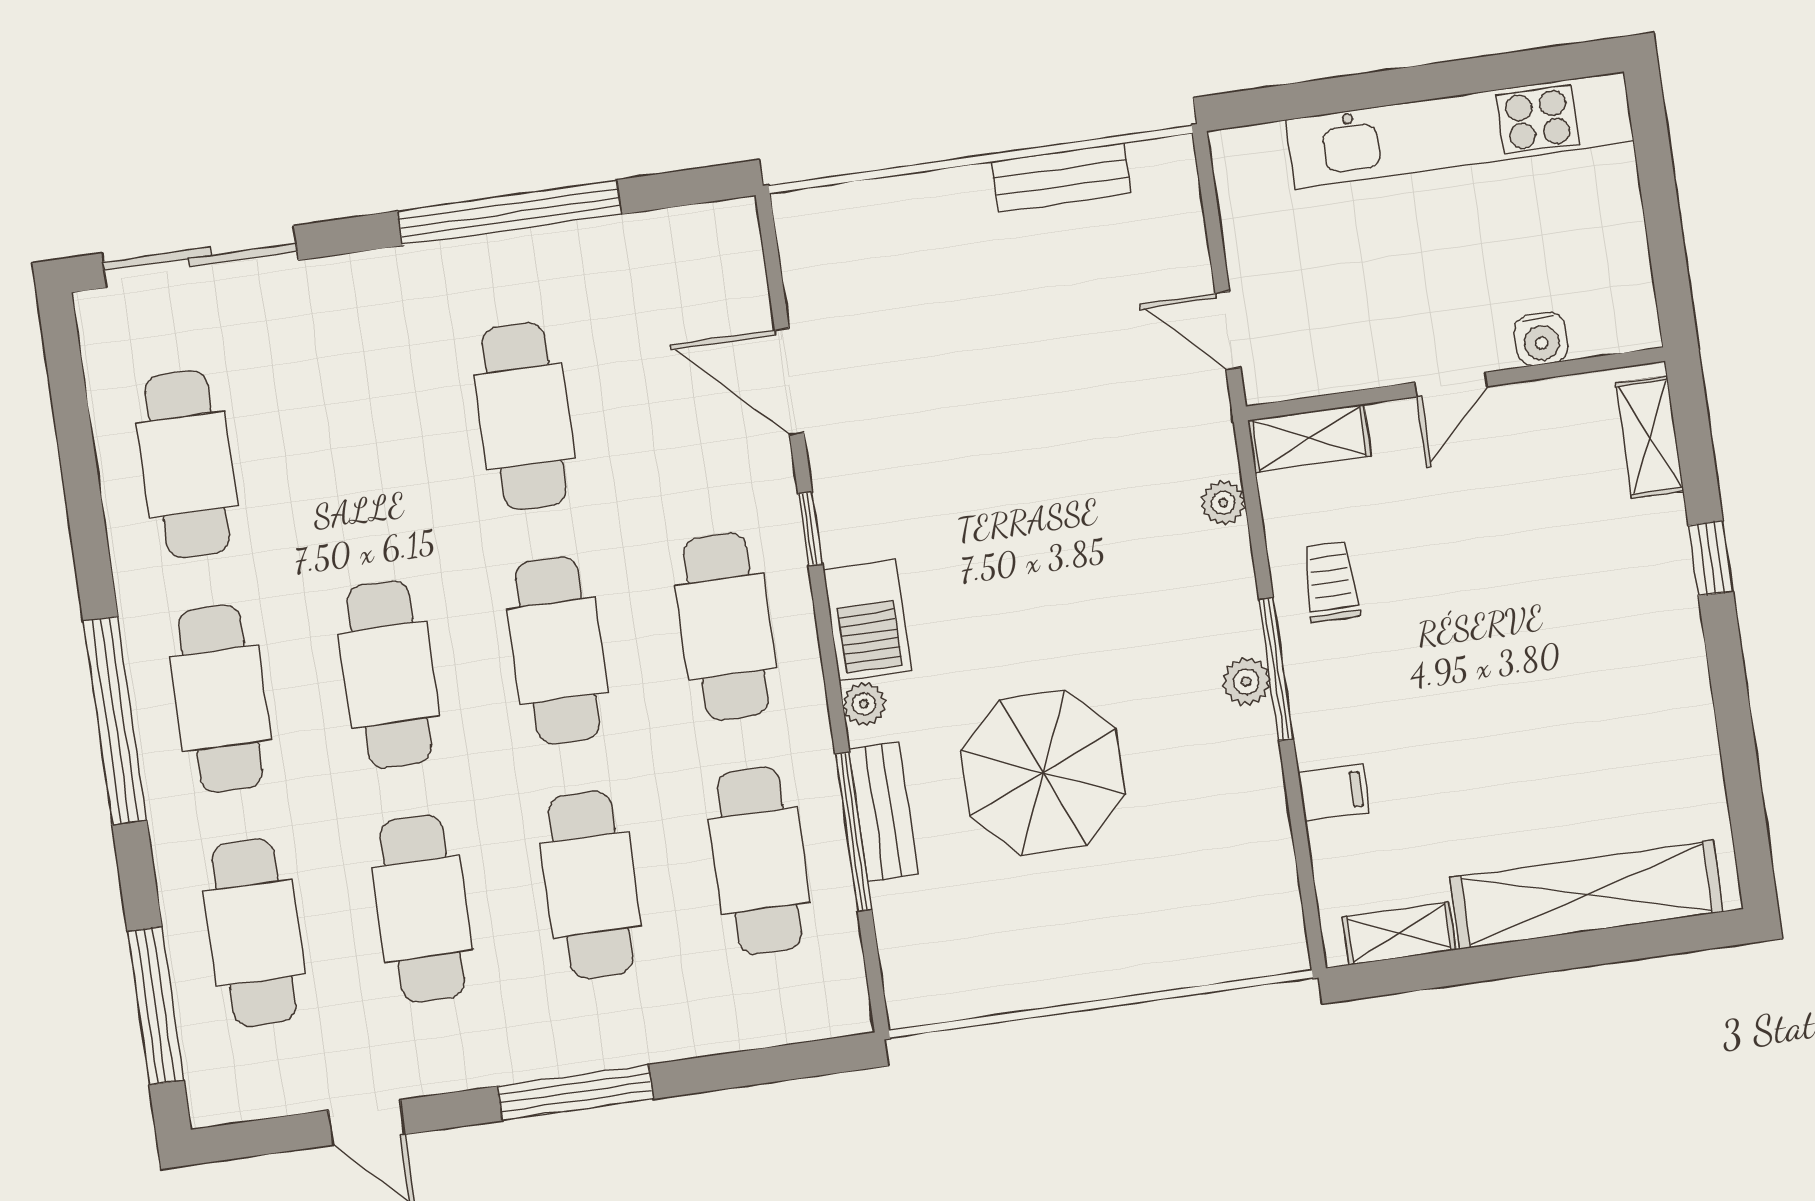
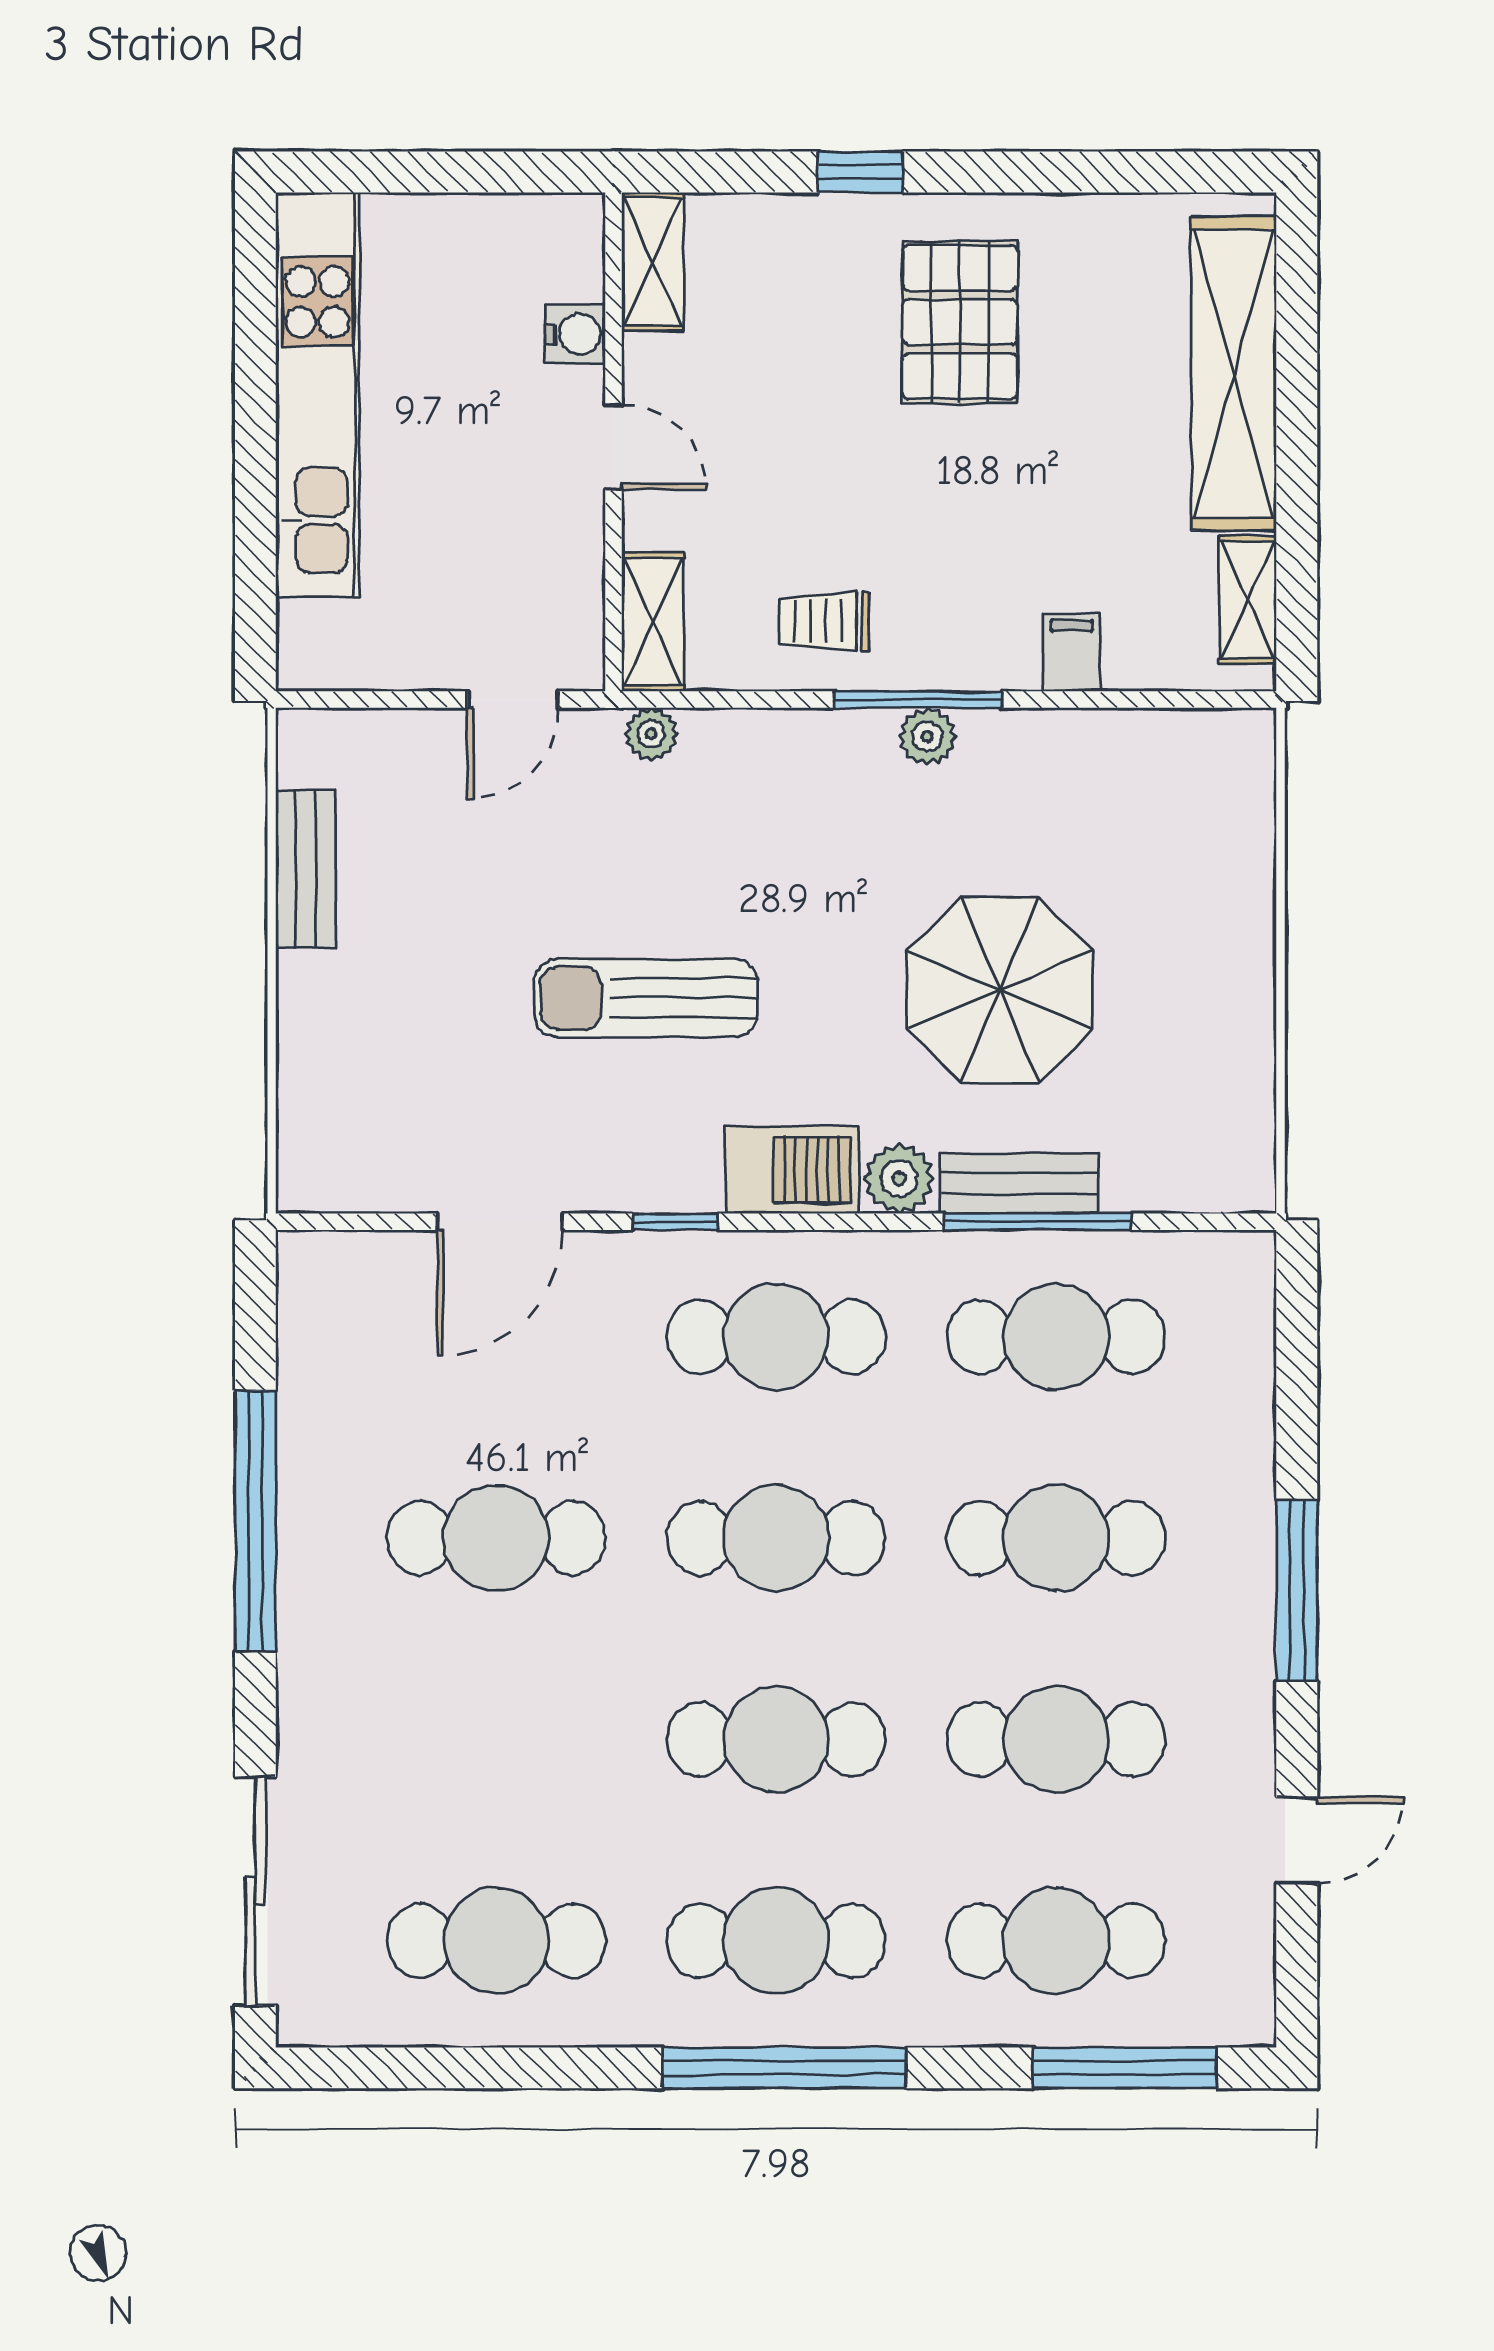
shelving: (1650, 437) -> (653, 262), moved, turned 90
sun lounger: (994, 477) -> (646, 998), added
plant: (1223, 503) -> (651, 734), moved
pallet: (1597, 660) -> (960, 322), added
plant: (864, 704) -> (899, 1178), width x1.38, depth x1.38

